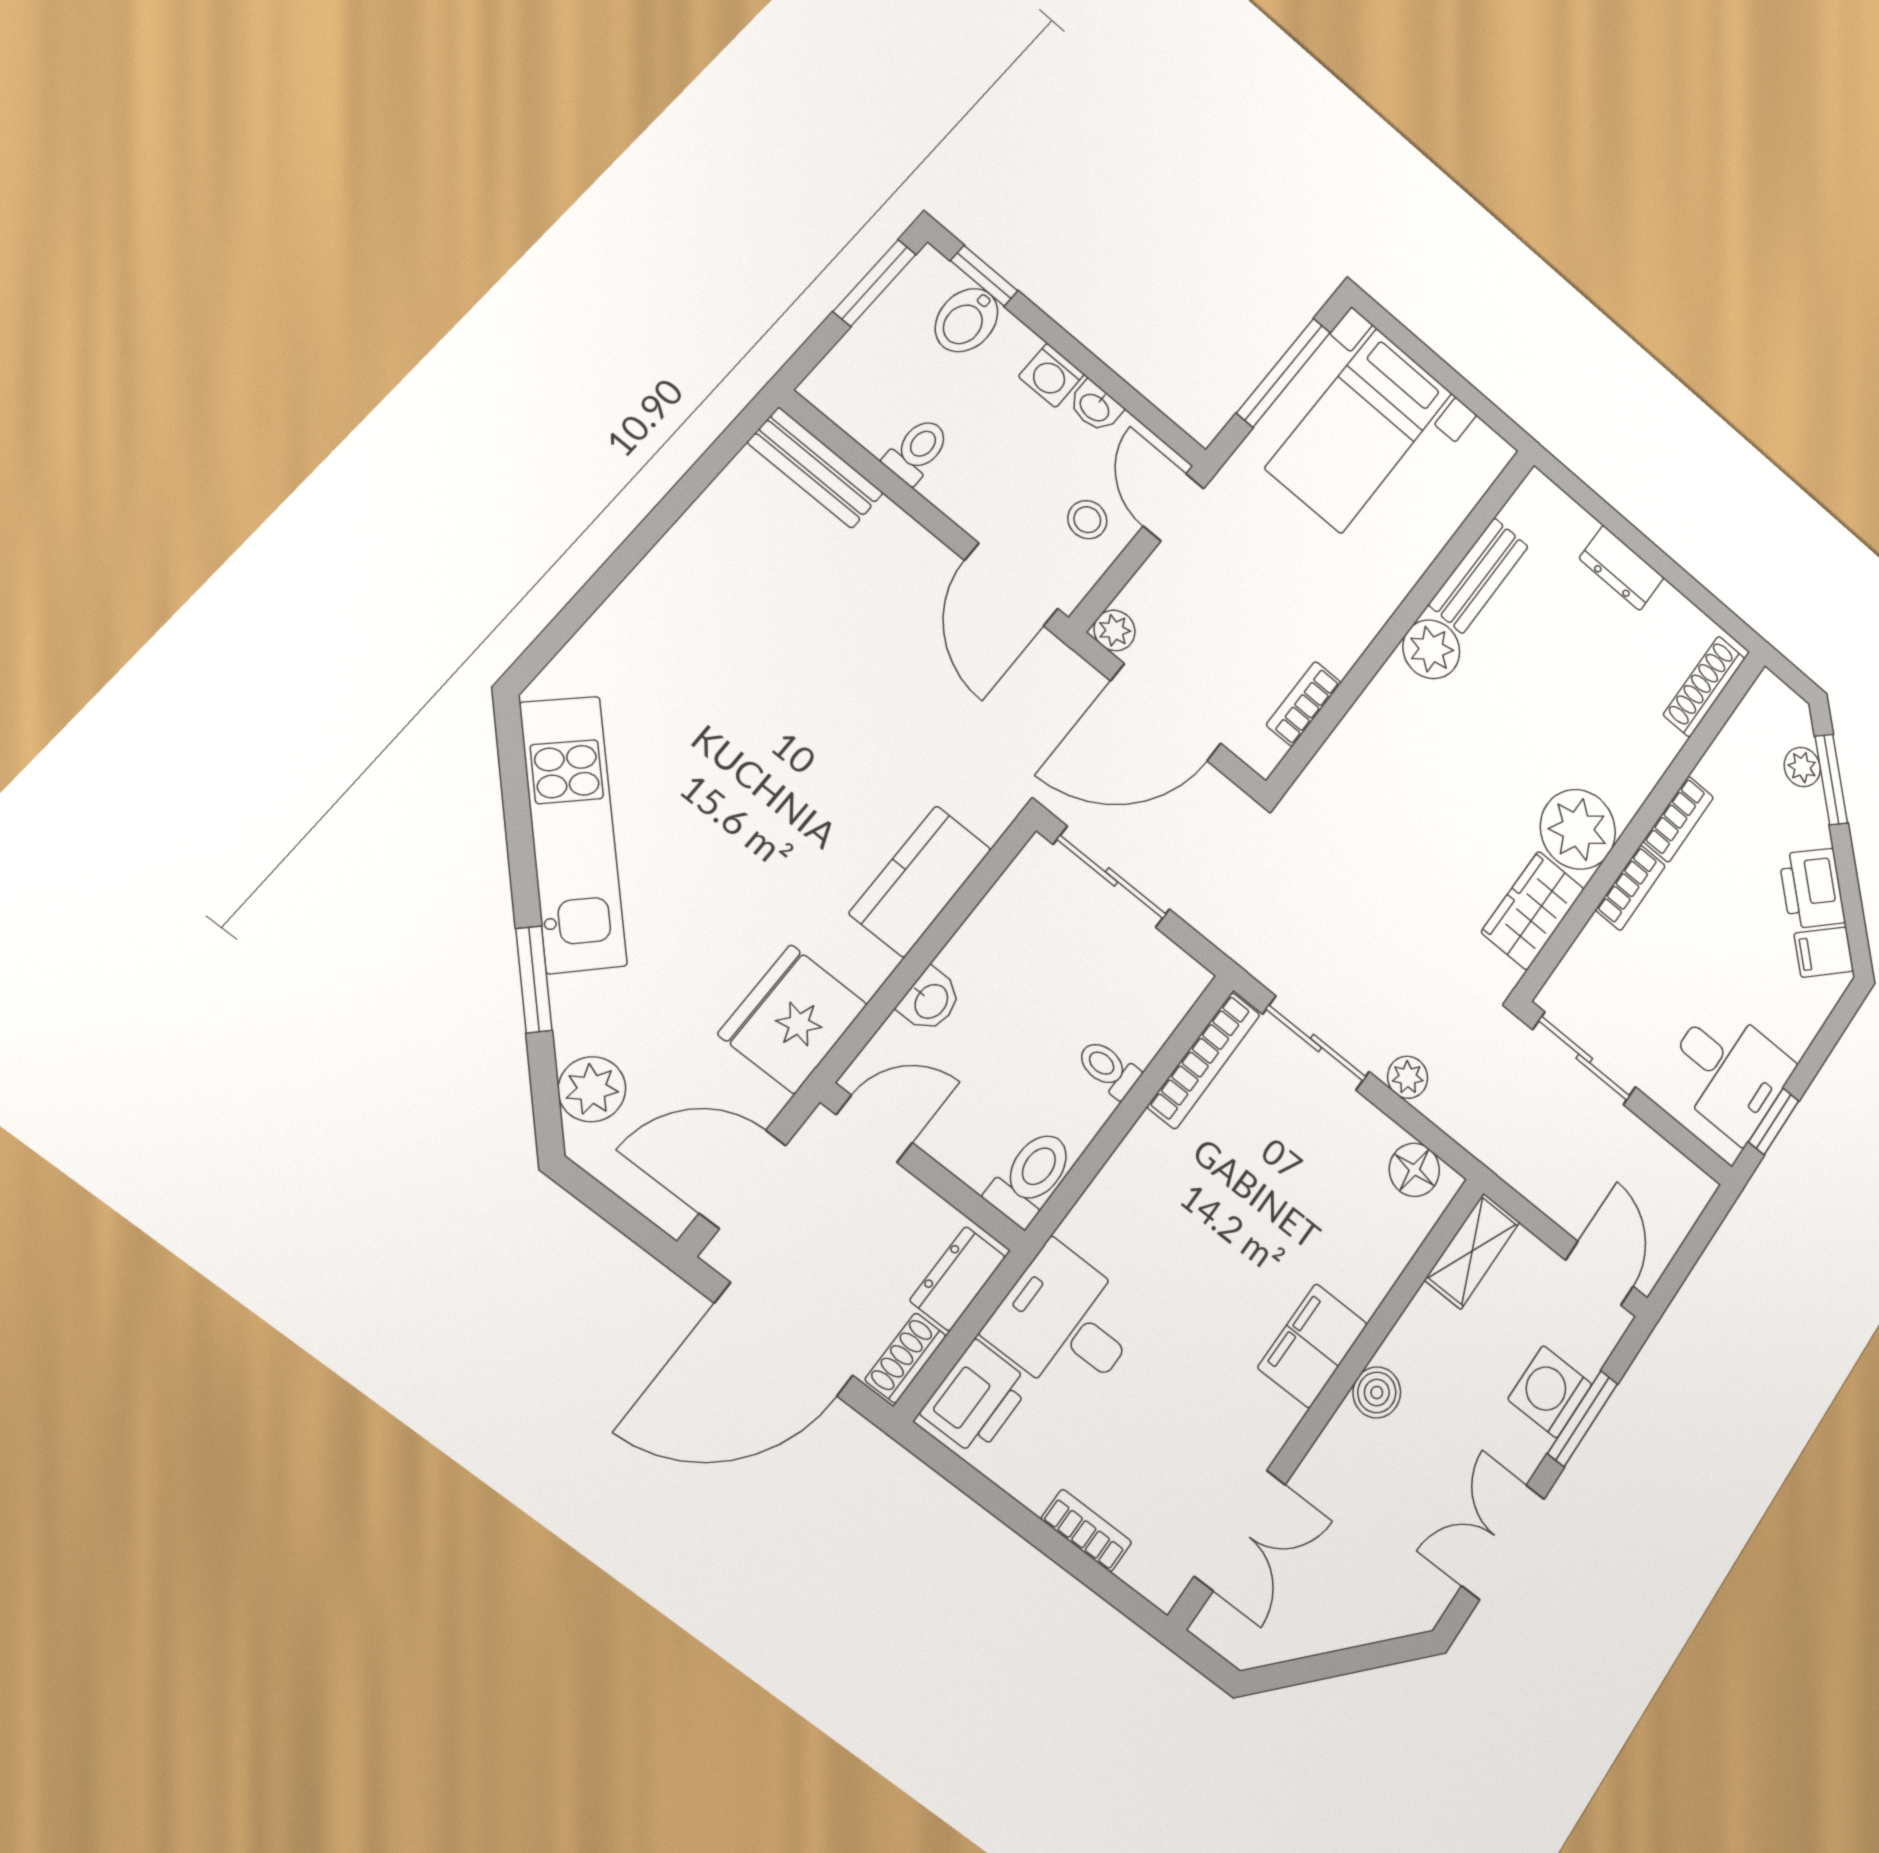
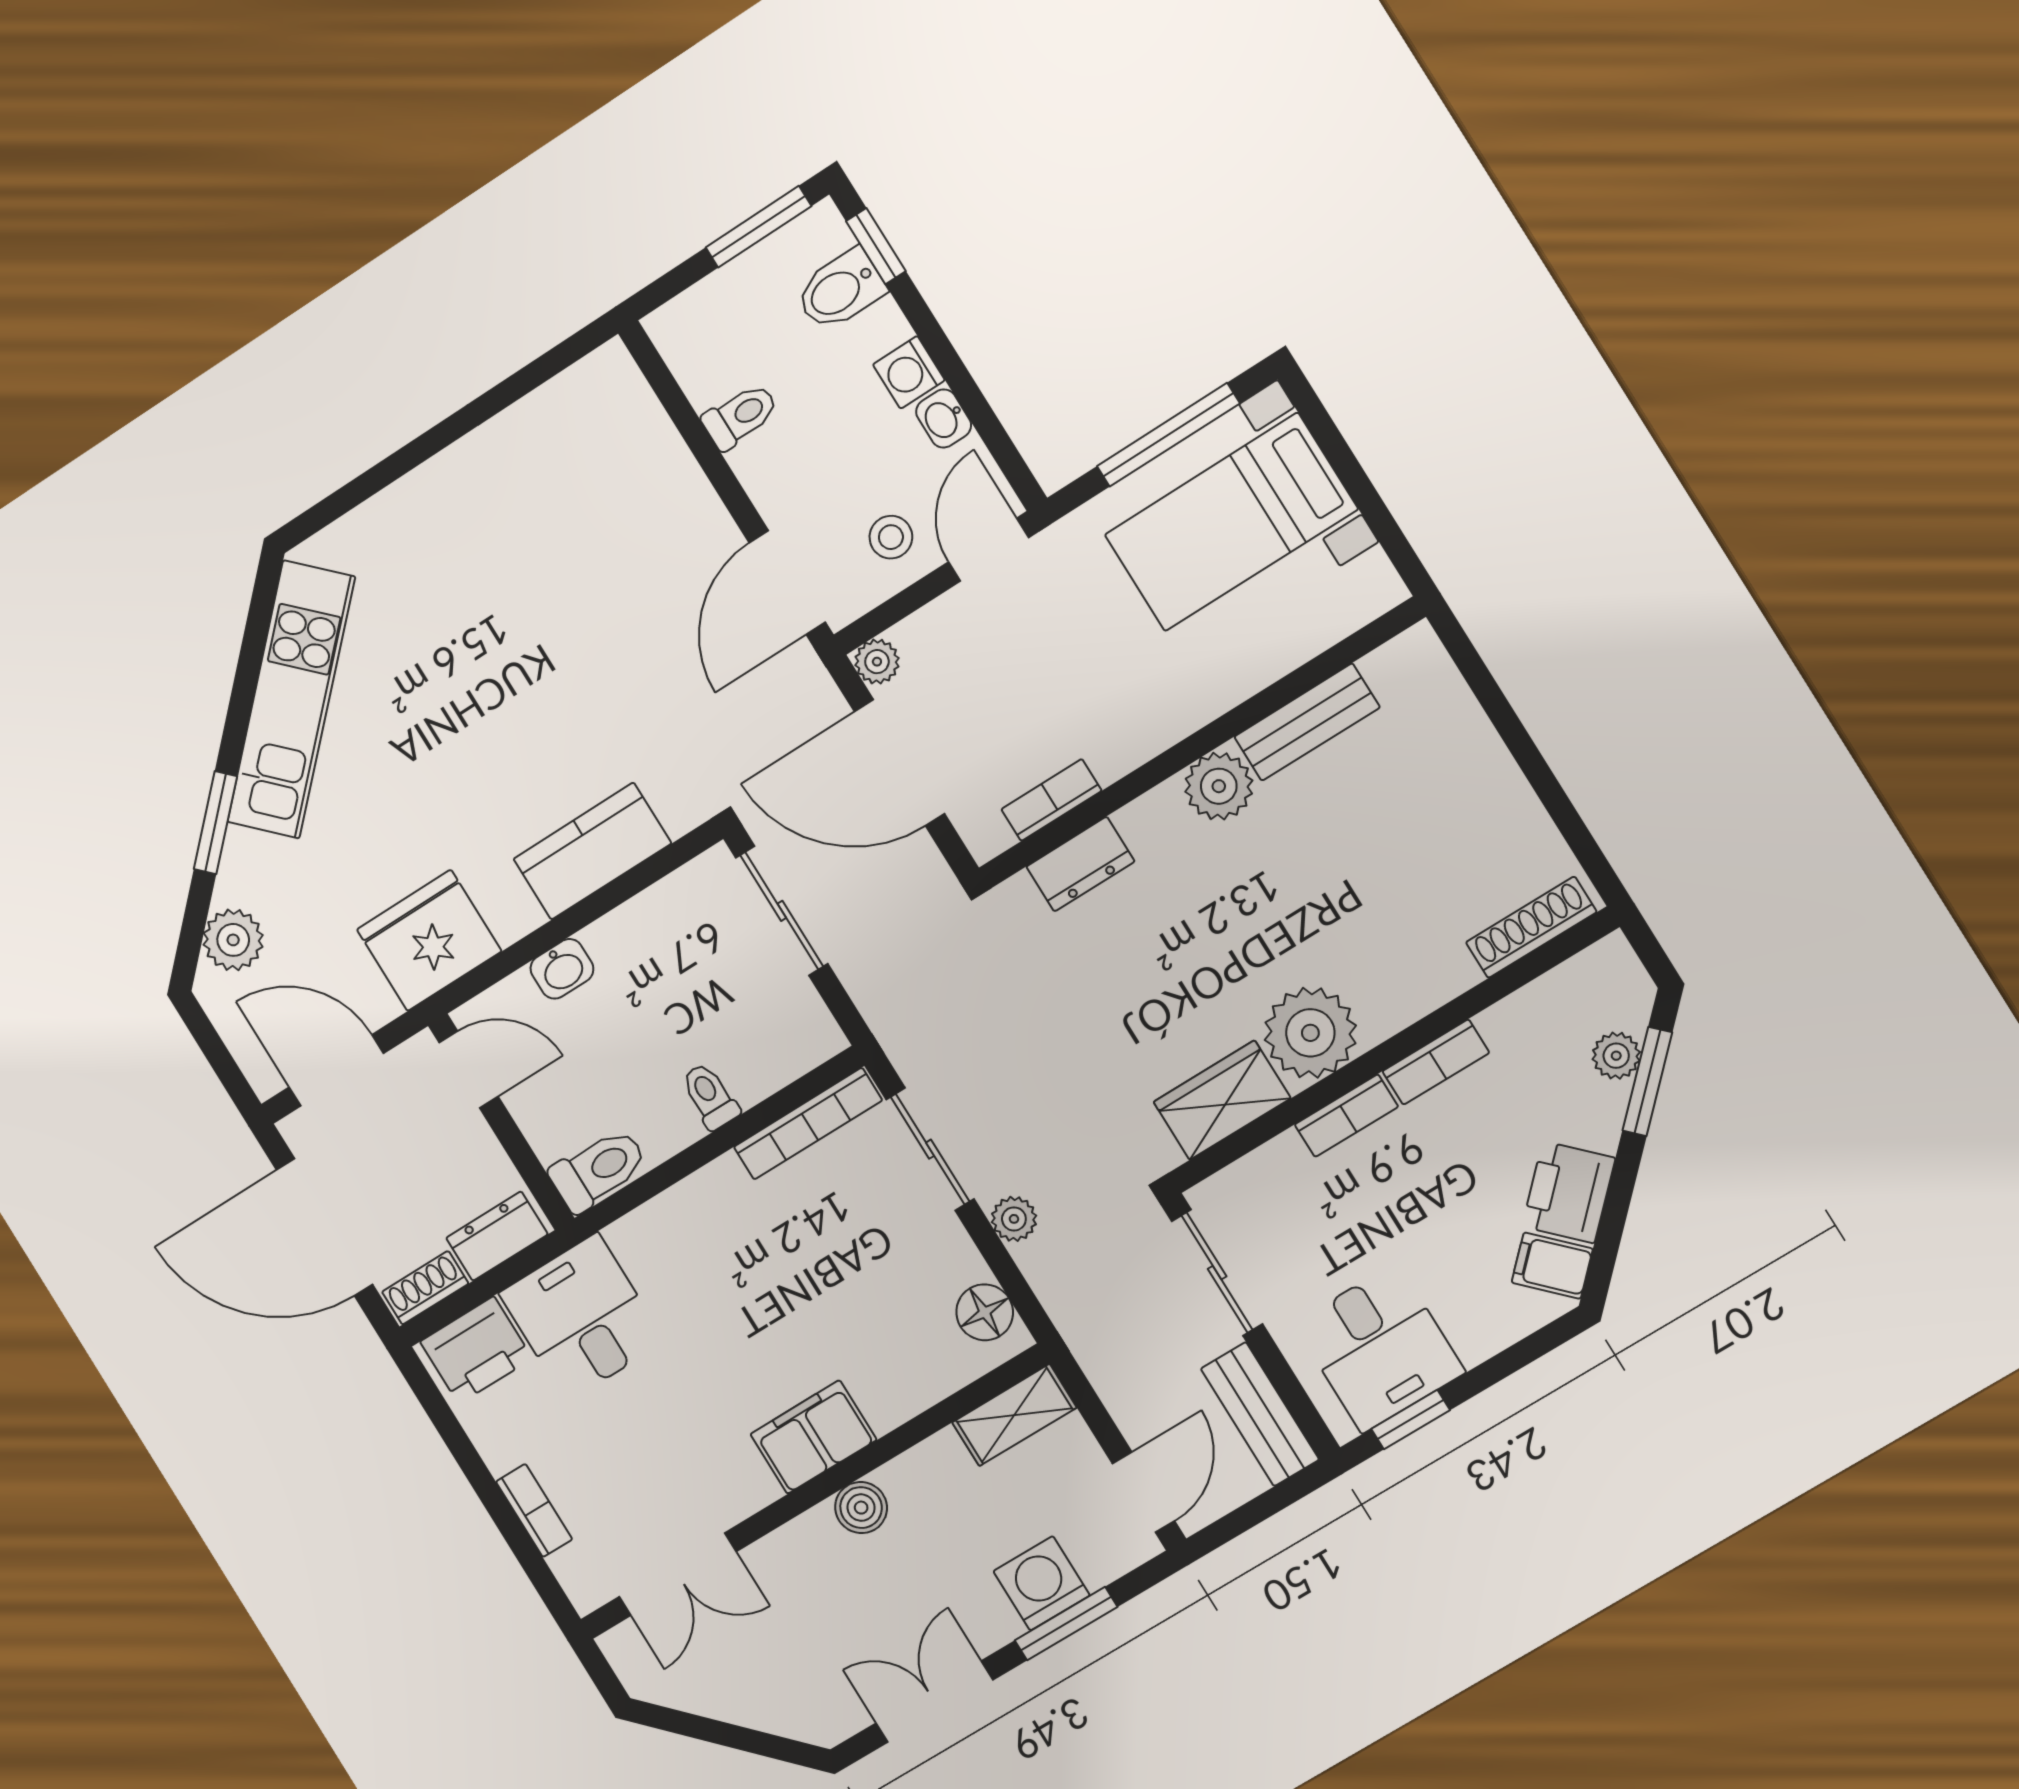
bench: (815, 468) -> (1260, 1414), moved
dresser: (1622, 568) -> (1080, 864), moved, turned -90

